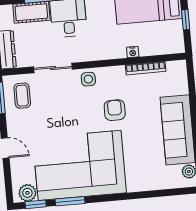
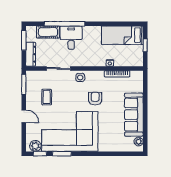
coffee table: (22, 96) -> (47, 97), moved

